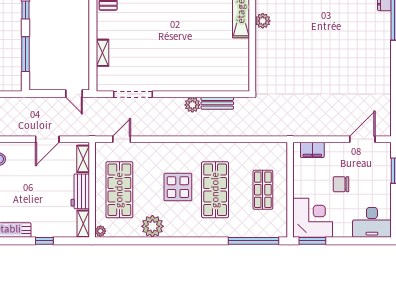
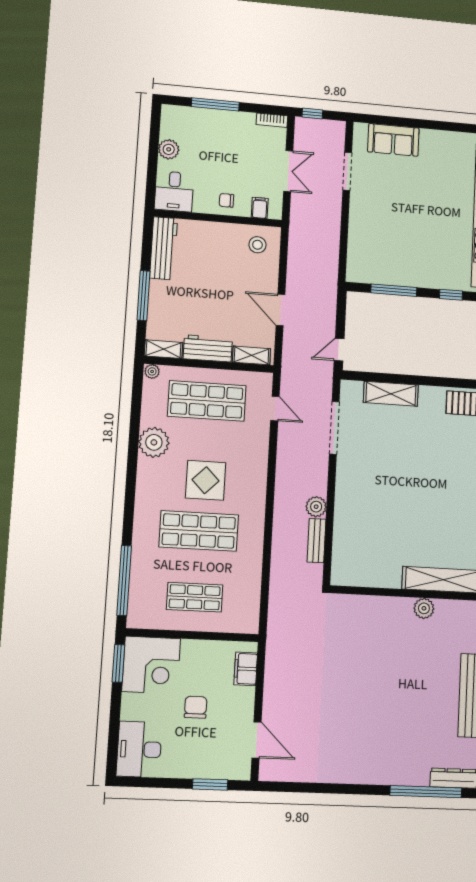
shelving: (103, 53) -> (391, 394), width x1.50, depth x1.33
window: (44, 241) -> (144, 296), width x2.17

